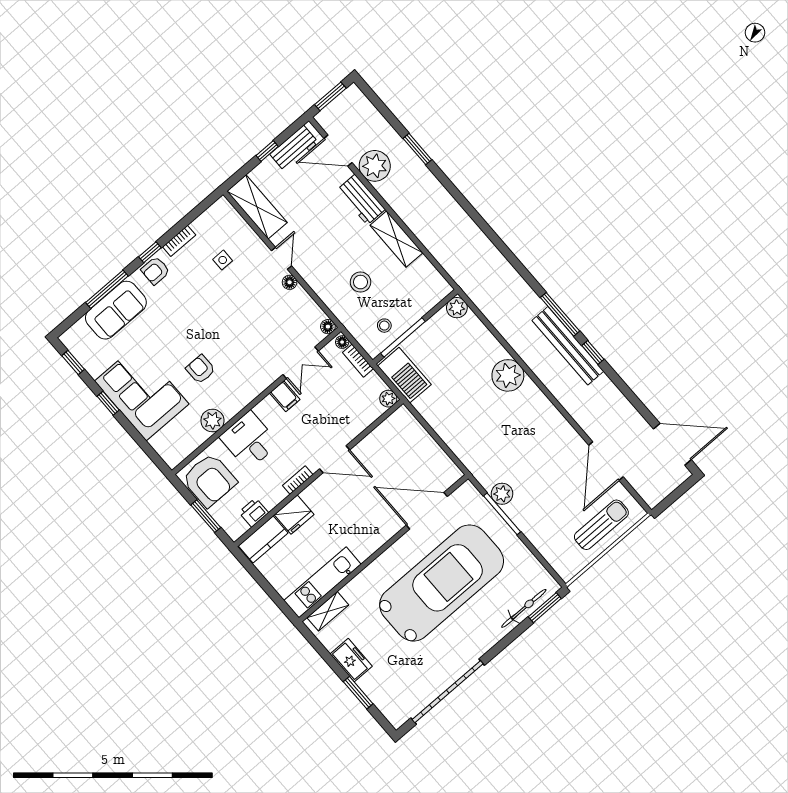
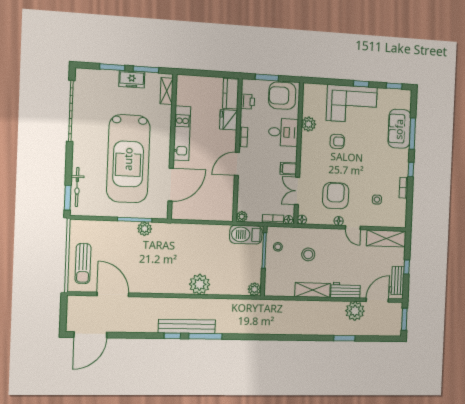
armchair: (155, 271) -> (336, 196), moved, width x1.88, depth x1.88
kitchen unit: (322, 582) -> (182, 133), moved
window: (326, 655) -> (146, 69), added

